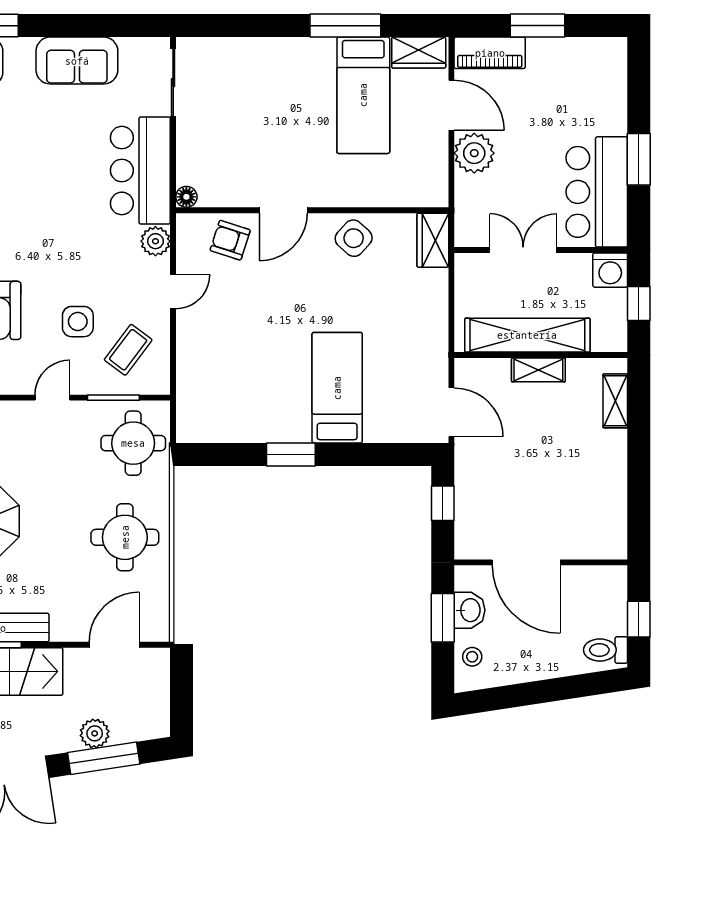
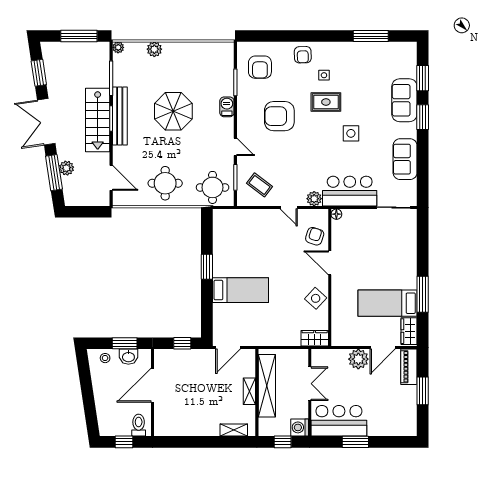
side table: (78, 322) -> (351, 133), moved
toilet: (606, 650) -> (139, 425), moved

